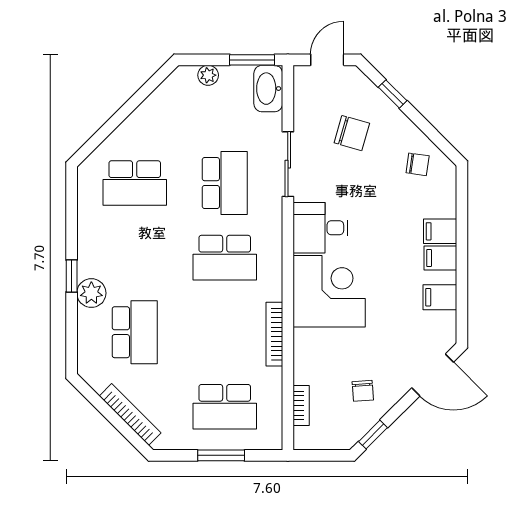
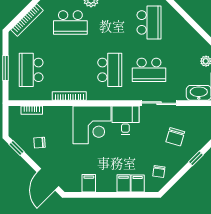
school desk: (135, 183) -> (149, 22), turned 180
school desk: (225, 258) -> (110, 70), turned 180
filing cabinet: (440, 258) -> (138, 184), moved

